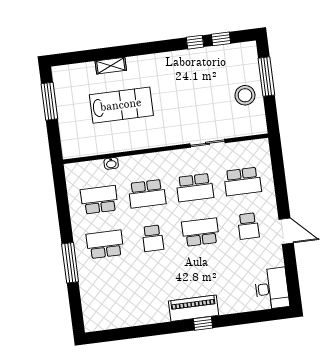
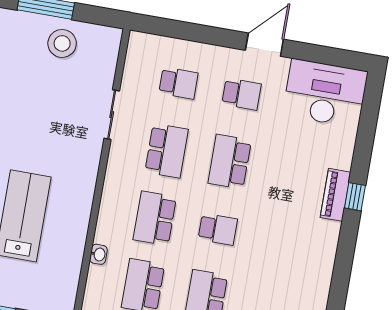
school desk: (243, 181) -> (178, 83), width x0.54
school desk: (147, 194) -> (155, 218), turned 180
desk: (272, 289) -> (325, 93), width x1.36, depth x1.30
piano: (194, 308) -> (335, 195), width x0.73, depth x0.75

